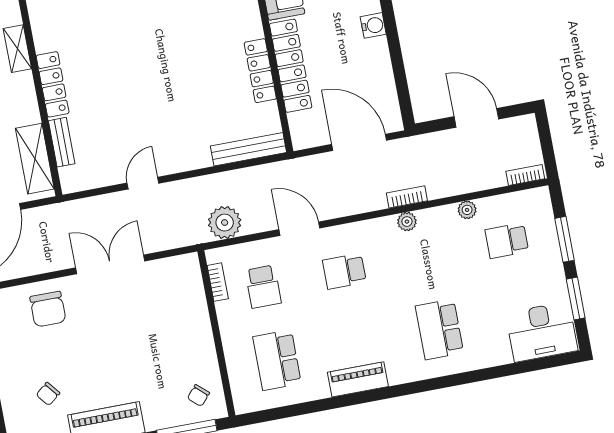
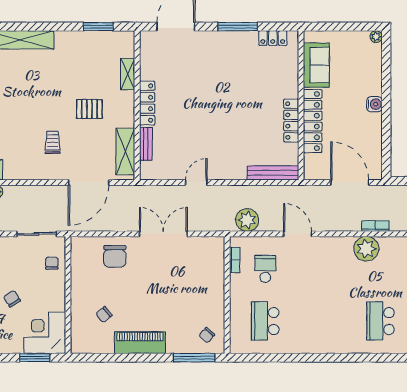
plant: (407, 222) -> (366, 249), width x1.87, depth x1.87
school desk: (344, 271) -> (323, 269), removed
school desk: (263, 287) -> (265, 269), turned 180
piano: (358, 379) -> (318, 345), removed

